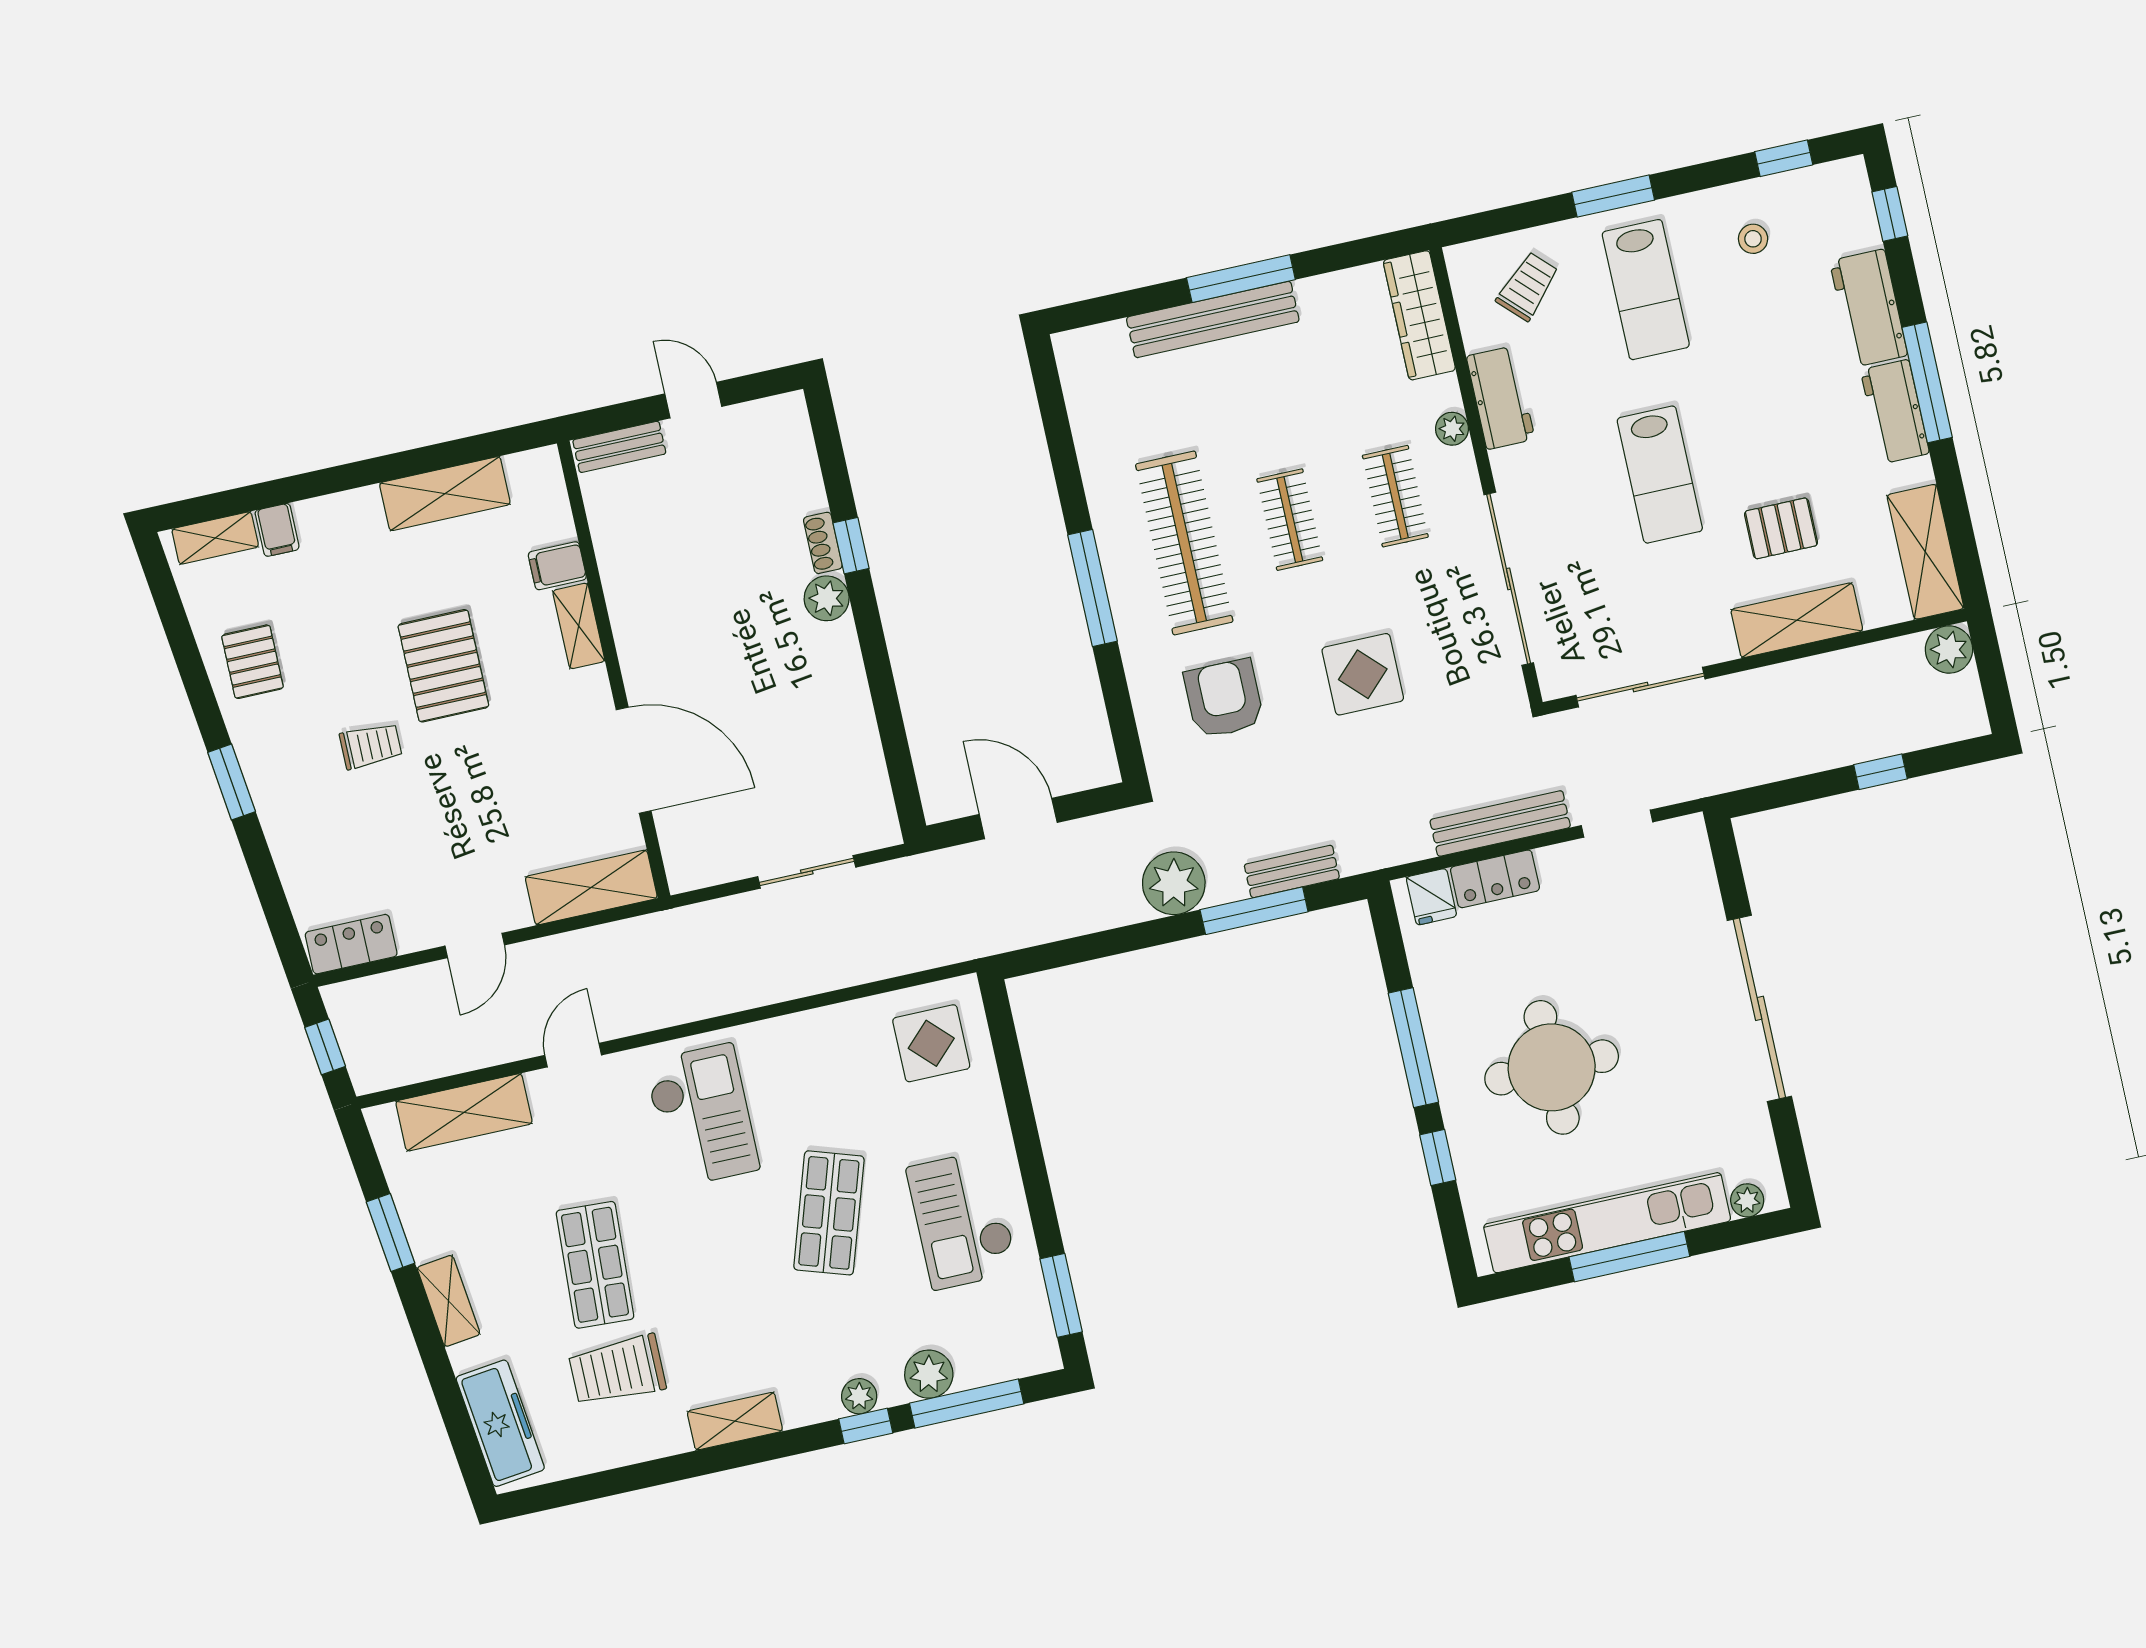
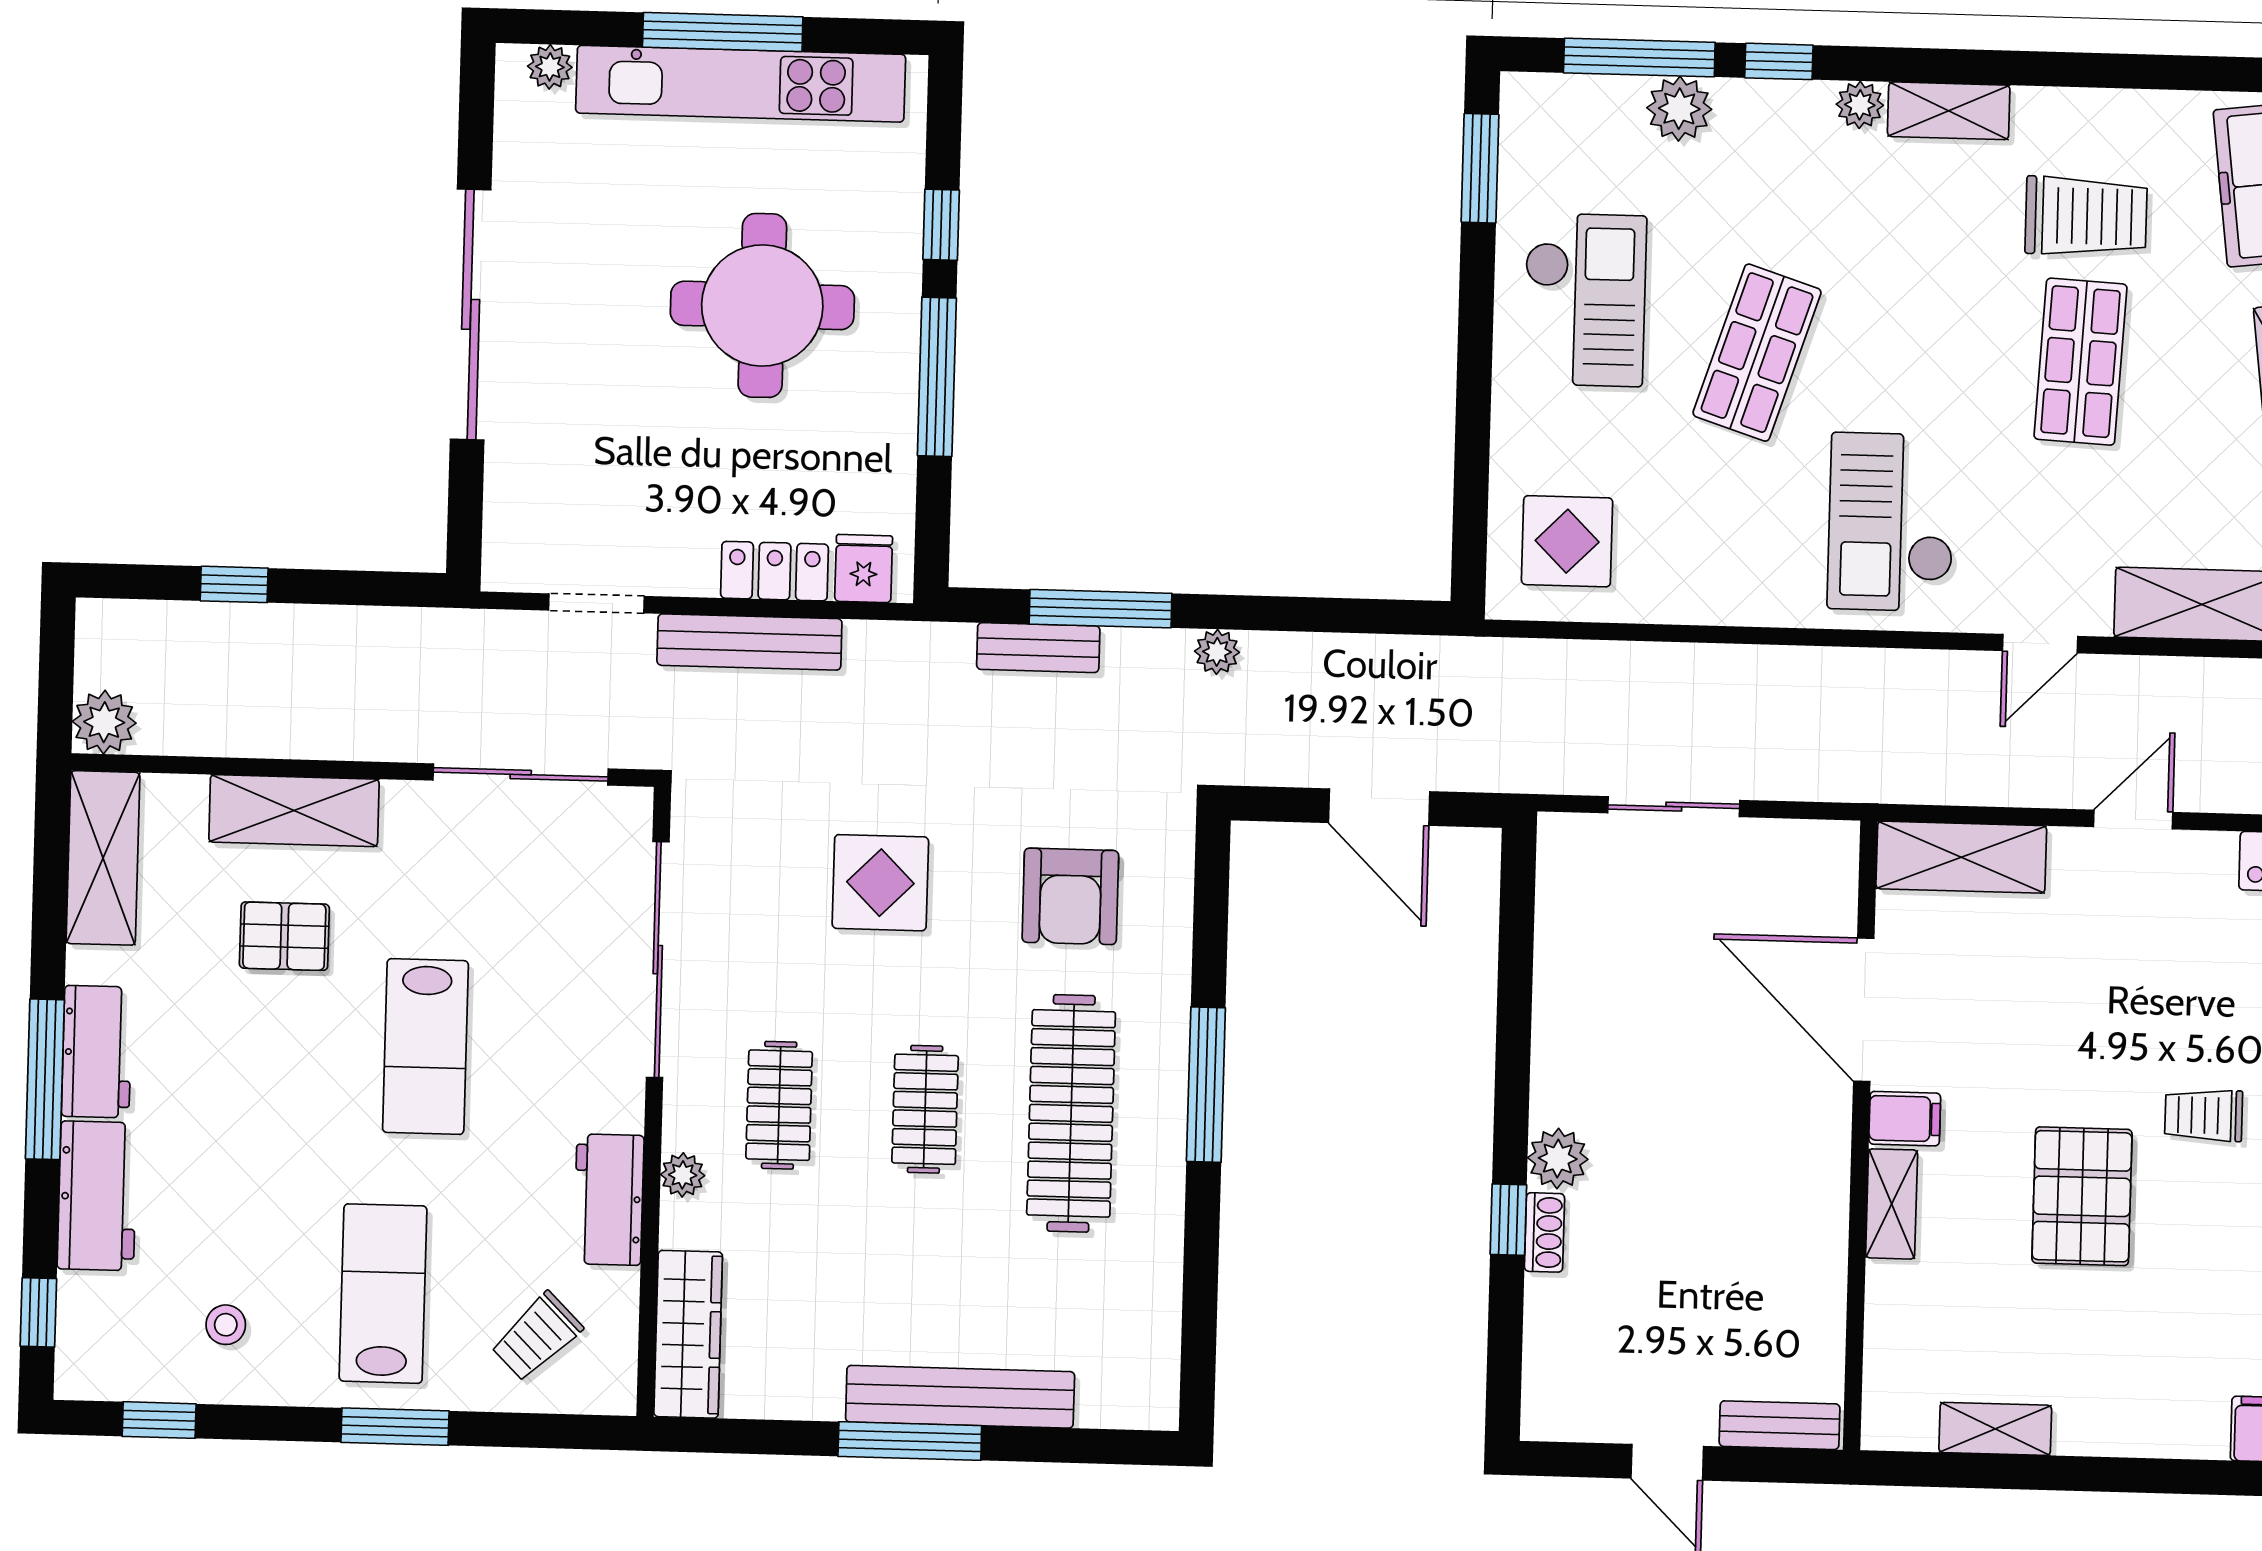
lab bench: (1660, 475) -> (425, 1047), turned 180
shelving: (445, 494) -> (1995, 1429), width x0.67, depth x0.75
filing cabinet: (557, 566) -> (1905, 1119), moved
plant: (1174, 883) -> (1217, 652), width x0.53, depth x0.53
plant: (859, 1396) -> (1860, 105), moved

